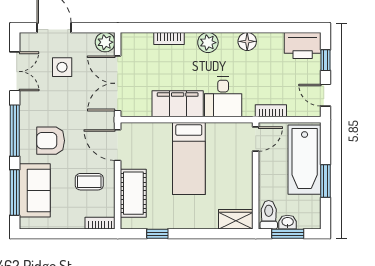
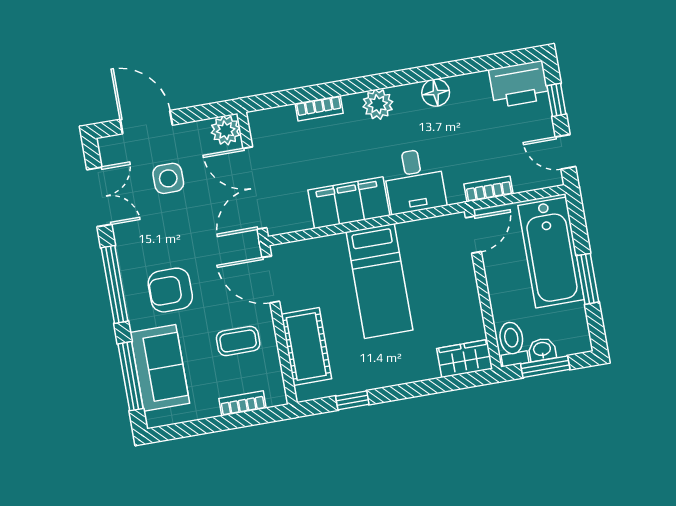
bookcase: (100, 223) -> (242, 403), moved

